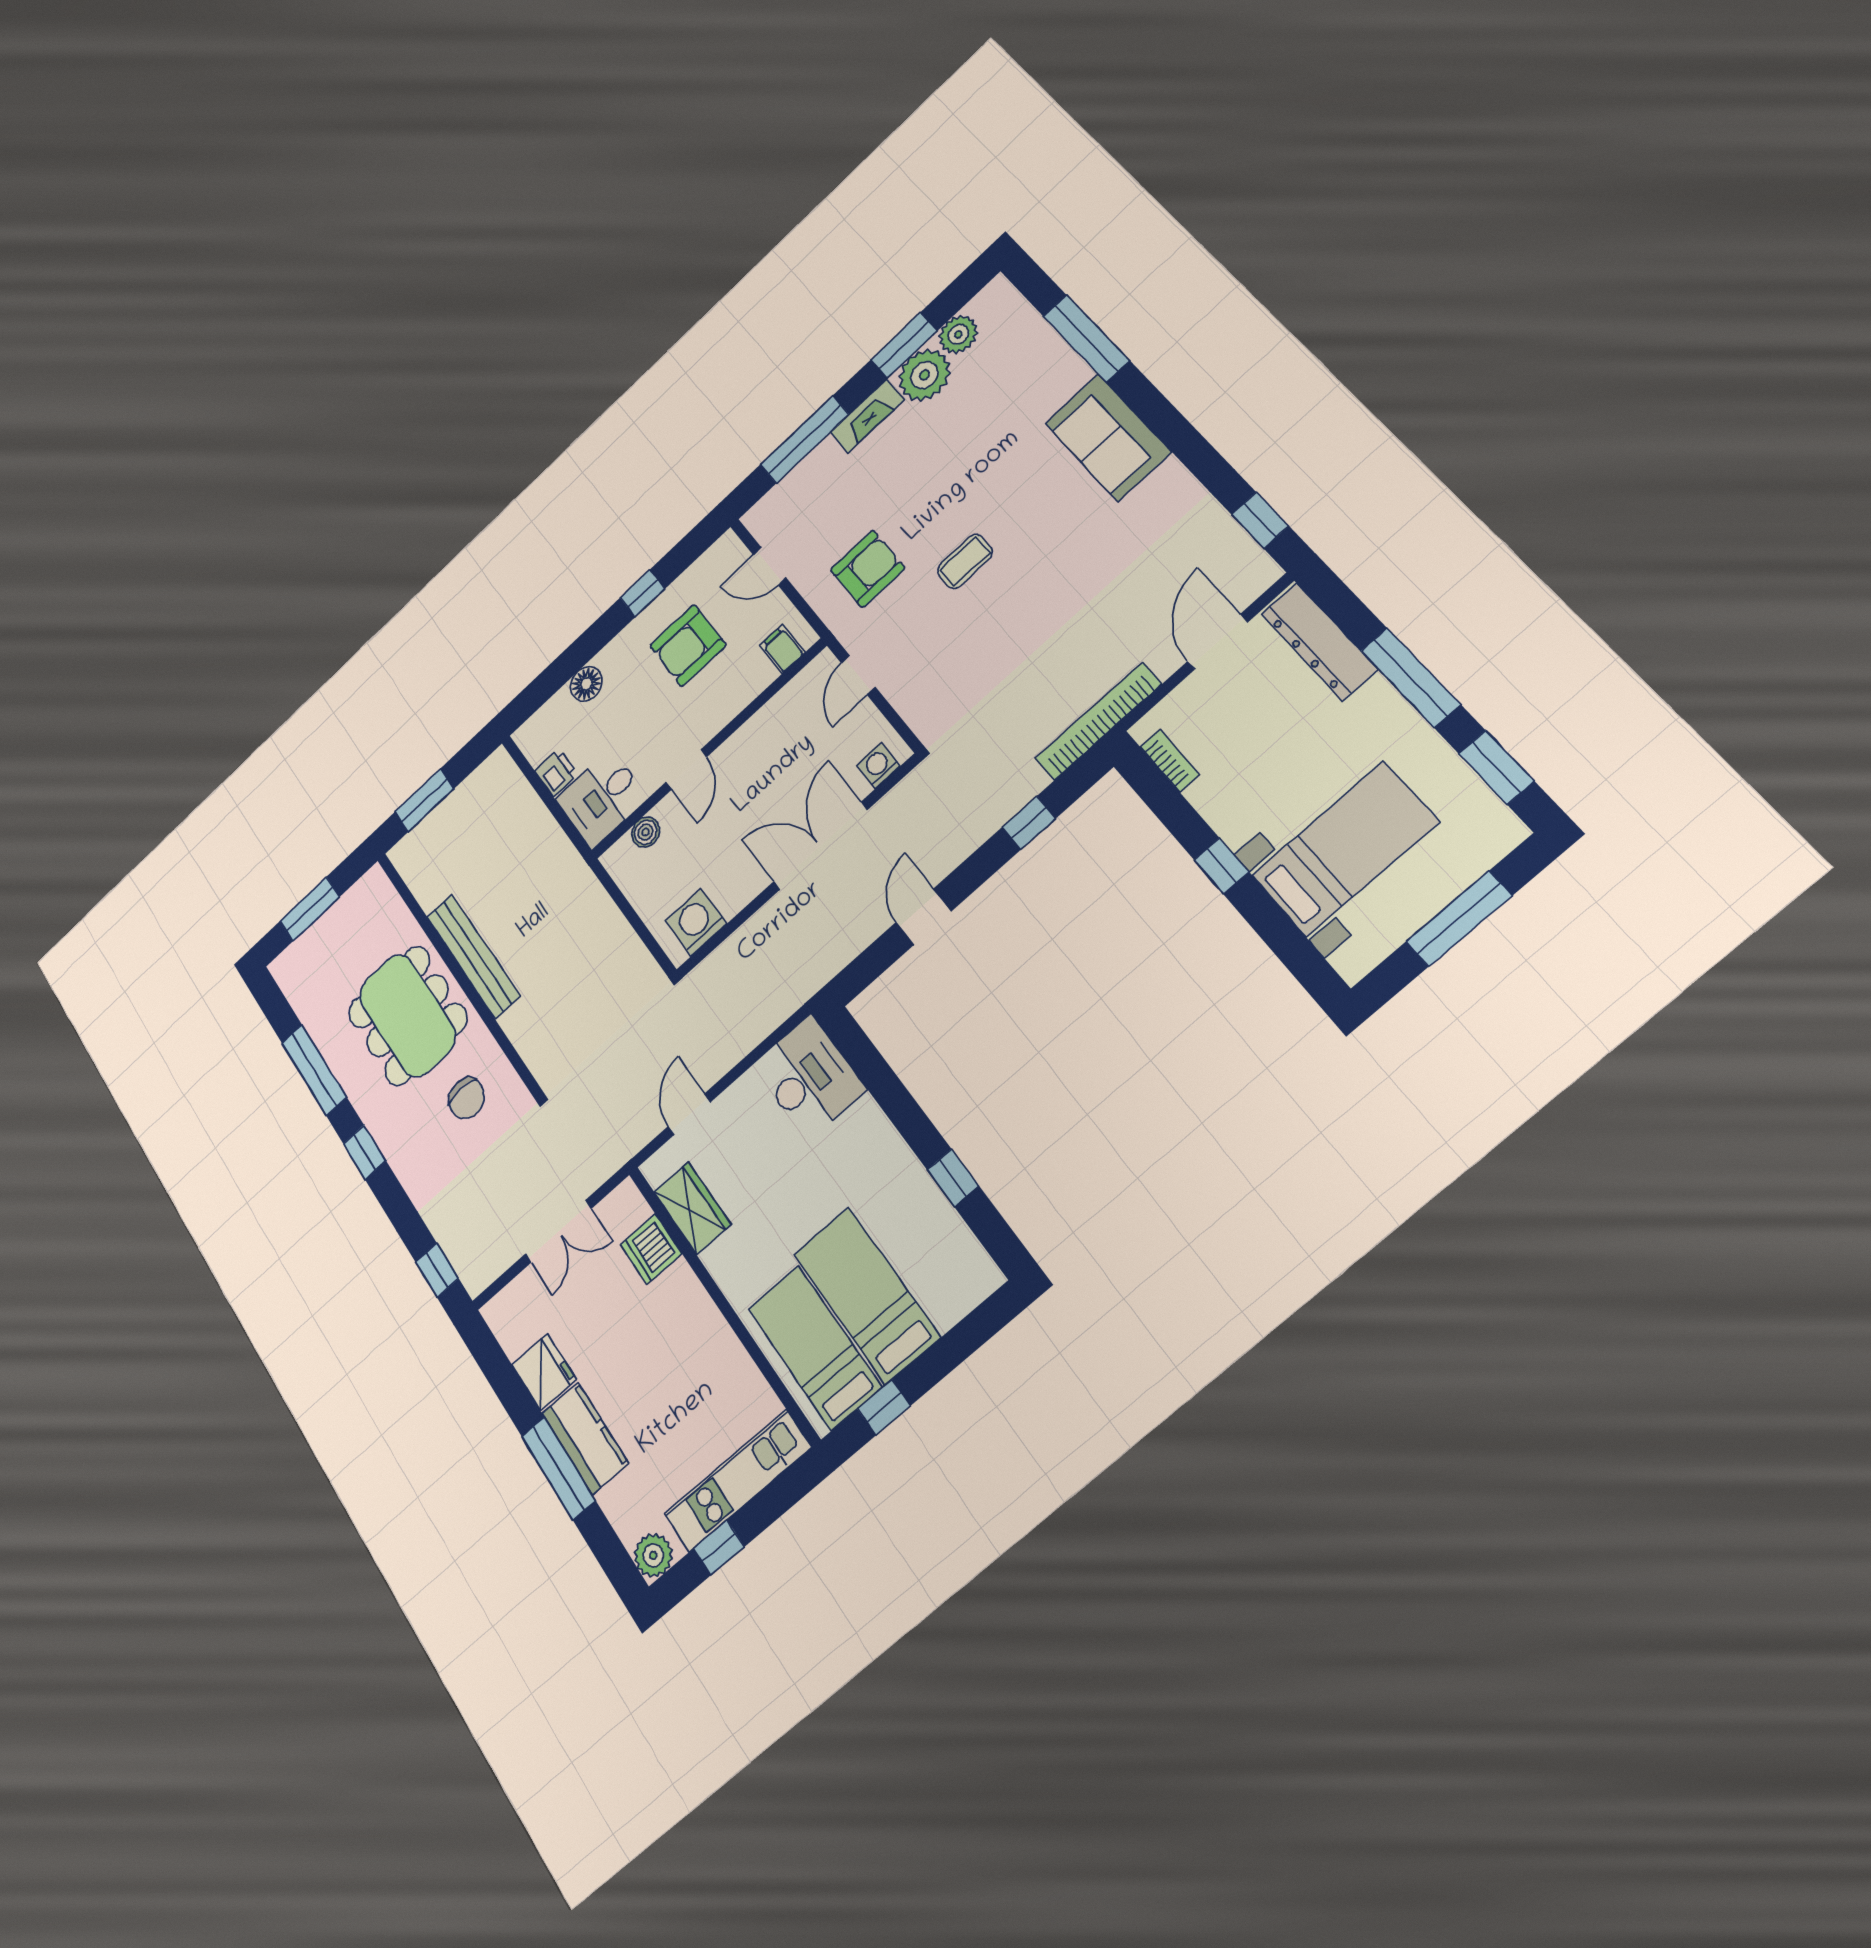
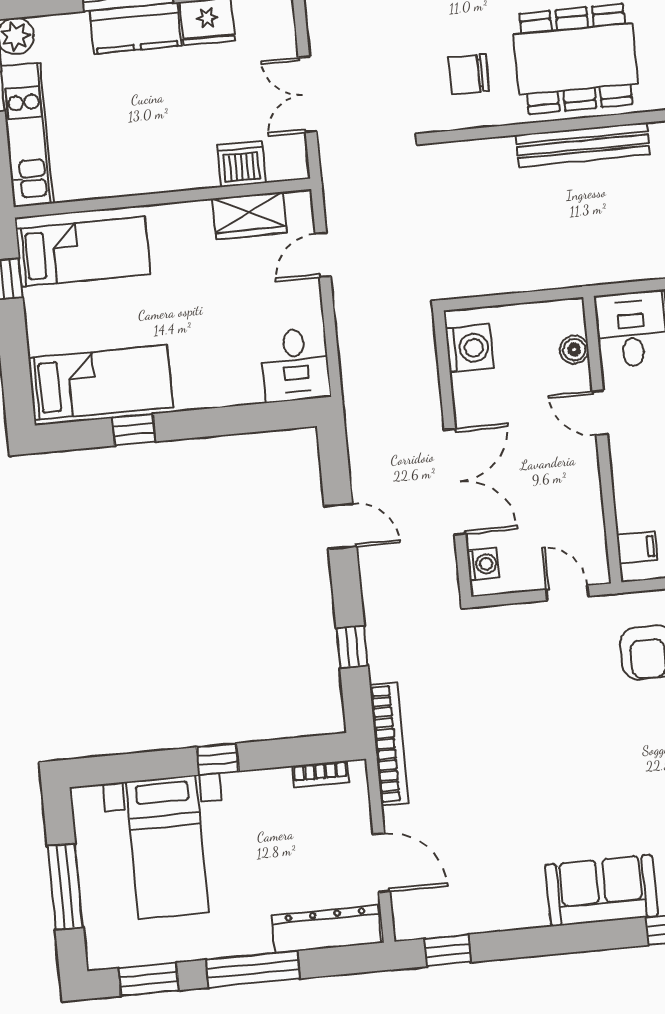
coffee table: (965, 561) -> (592, 728), removed
desk: (809, 1077) -> (296, 365), width x0.73
door: (689, 1114) -> (323, 255), swing flipped
bed: (867, 1295) -> (101, 382), moved

